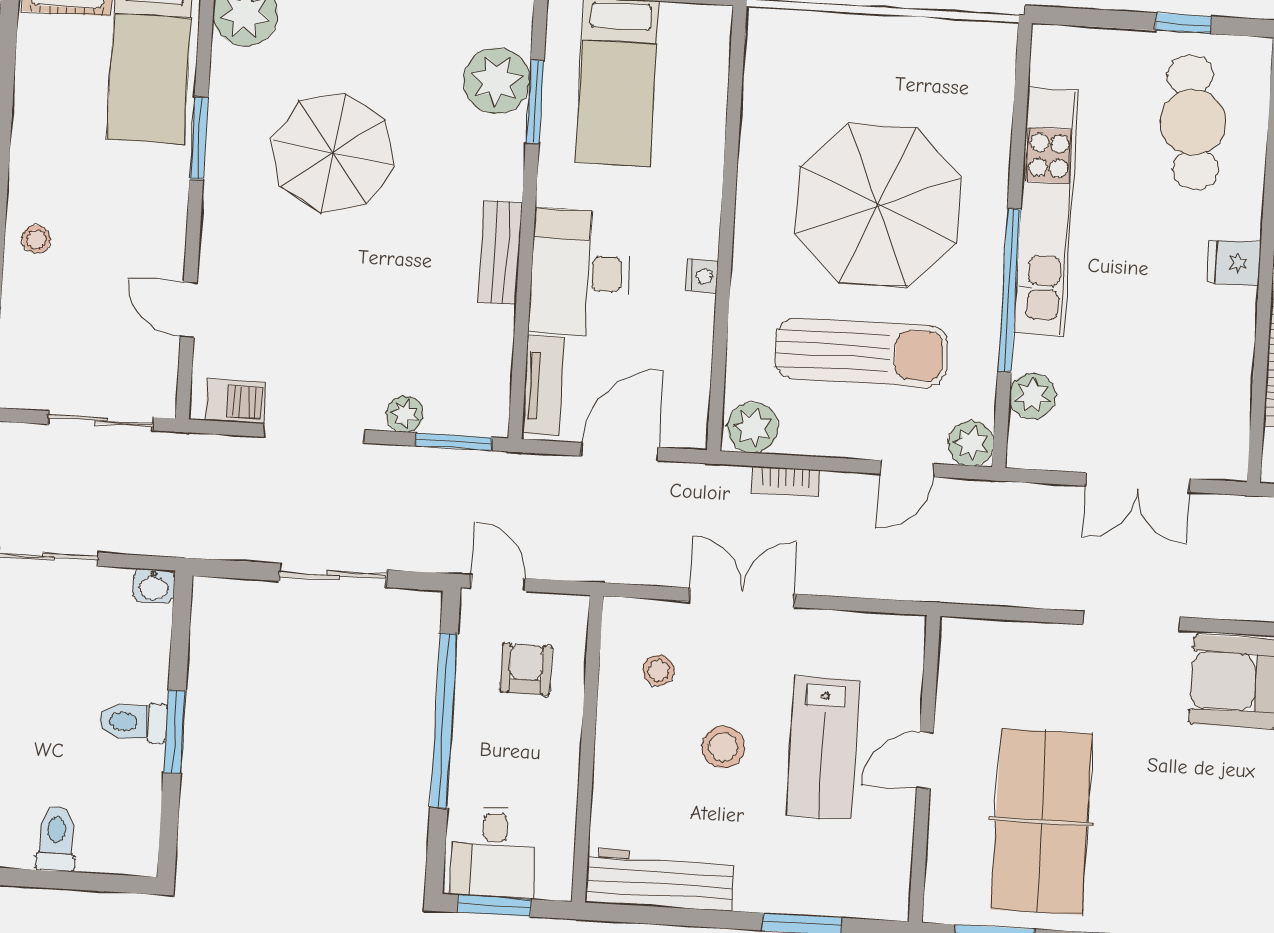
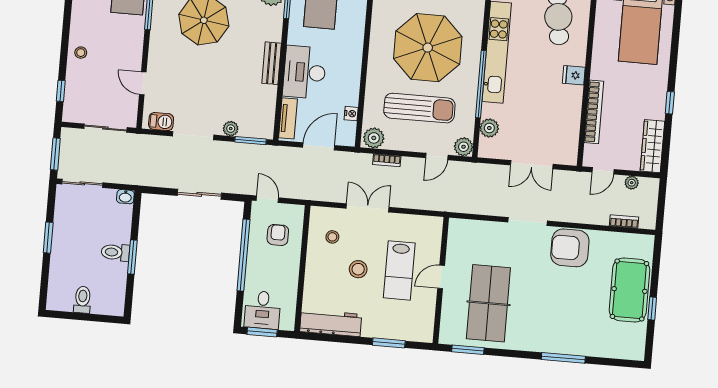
nightstand: (702, 276) -> (351, 114), moved

